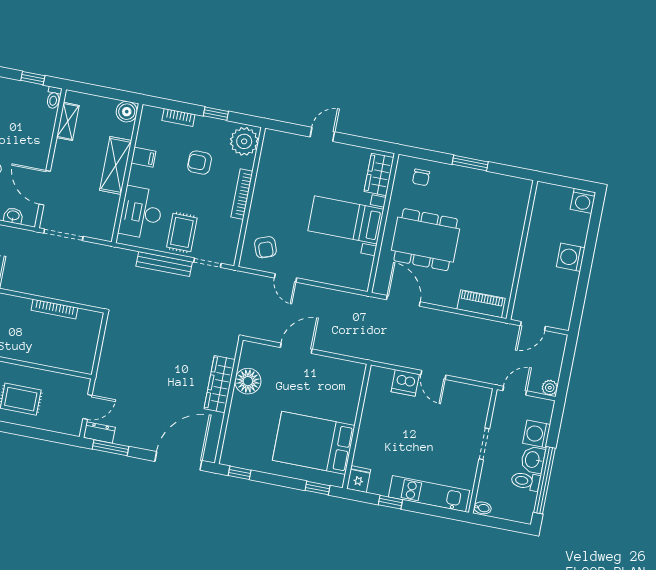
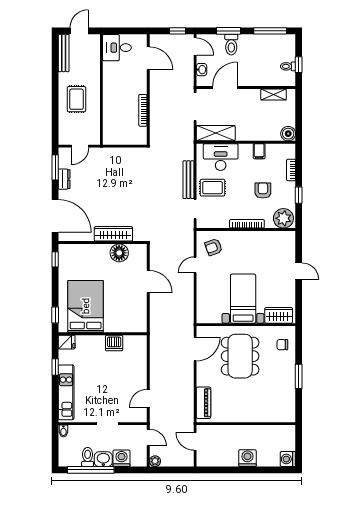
toilet: (54, 98) -> (288, 66), moved
shelving: (116, 165) -> (216, 133), moved
door: (433, 375) -> (148, 398), moved
dishwasher: (405, 383) -> (114, 343), moved, turned -90
door: (88, 407) -> (80, 146), hinge flipped
dresser: (99, 432) -> (64, 179), moved

